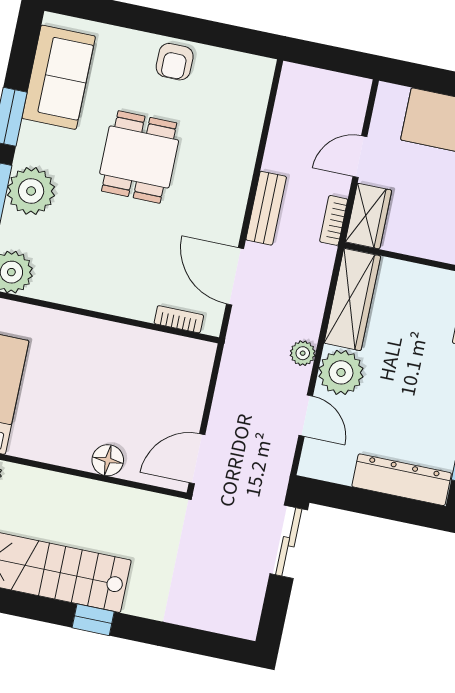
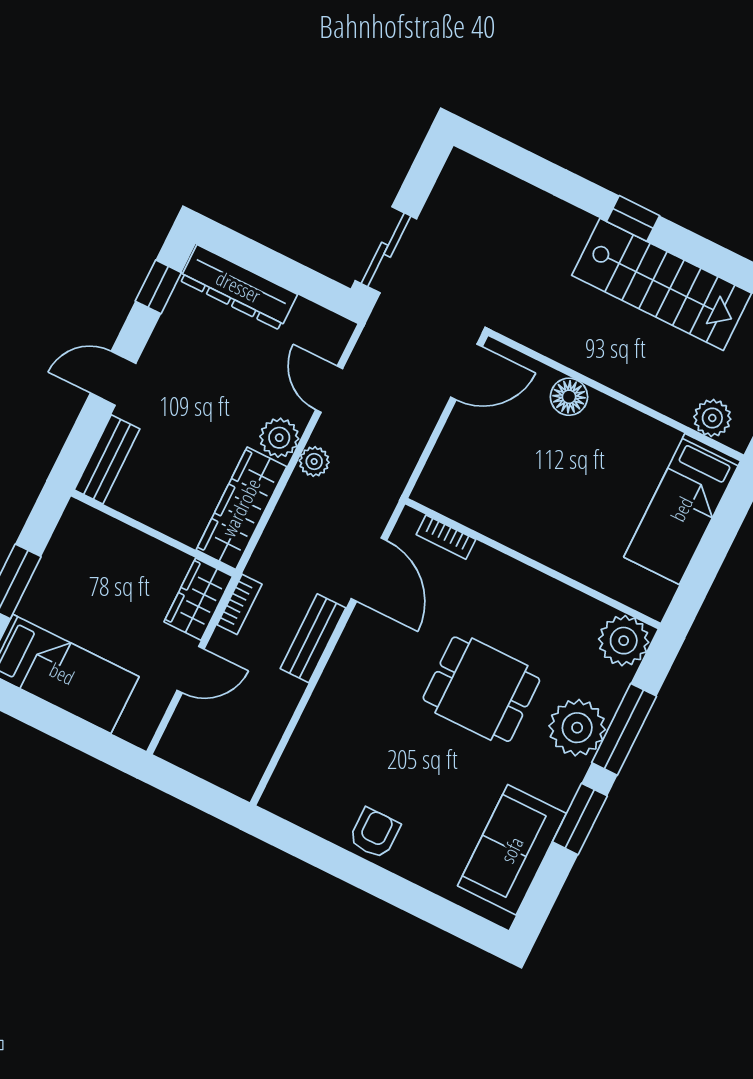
dining table: (139, 157) -> (481, 689), moved, turned 90
plant: (341, 372) -> (279, 438), width x0.73, depth x0.73

